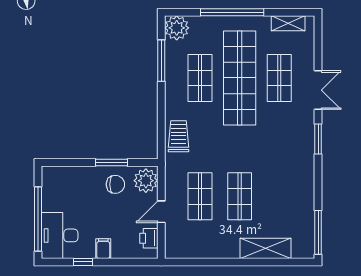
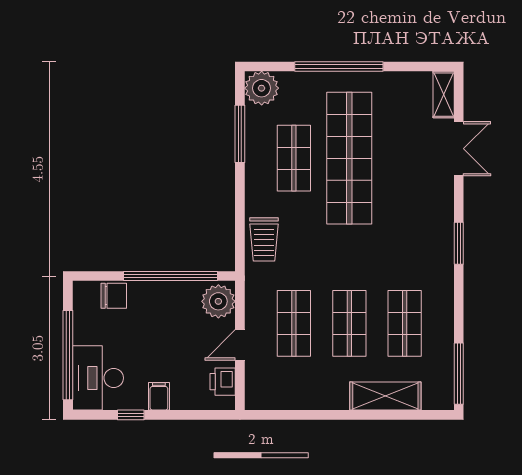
shelving: (288, 23) -> (444, 95), moved, turned 90
shop shelf: (279, 78) -> (405, 323), moved
double door: (318, 90) -> (459, 149), moved
trolley: (179, 136) -> (264, 239), turned 180
window: (111, 162) -> (170, 276), width x2.11
chair: (115, 184) -> (114, 296), moved

